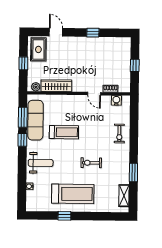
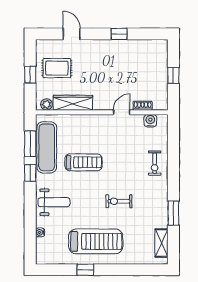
rug: (38, 49) -> (57, 68), moved, turned 90
door: (94, 94) -> (122, 112), swing flipped

